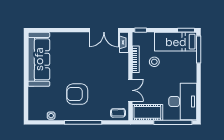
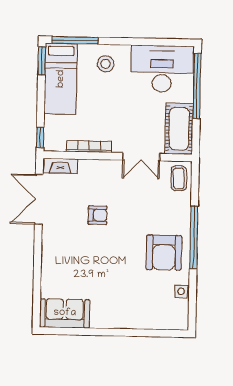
double door: (104, 30) -> (39, 199), swing flipped
sofa: (39, 59) -> (65, 313), width x0.54, depth x0.79
stool: (154, 62) -> (106, 64), moved
armchair: (95, 65) -> (97, 215), added
double door: (130, 90) -> (141, 157), swing flipped
armchair: (77, 94) -> (164, 253), moved

